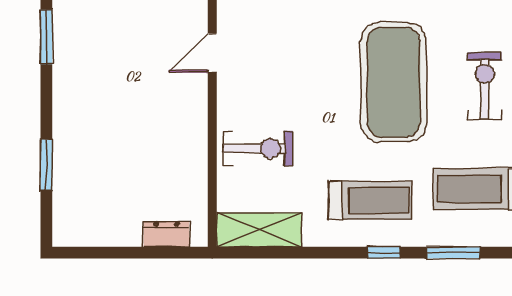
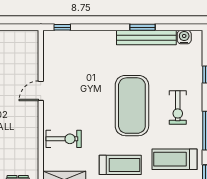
exercise bike: (485, 86) -> (178, 107), turned 180

